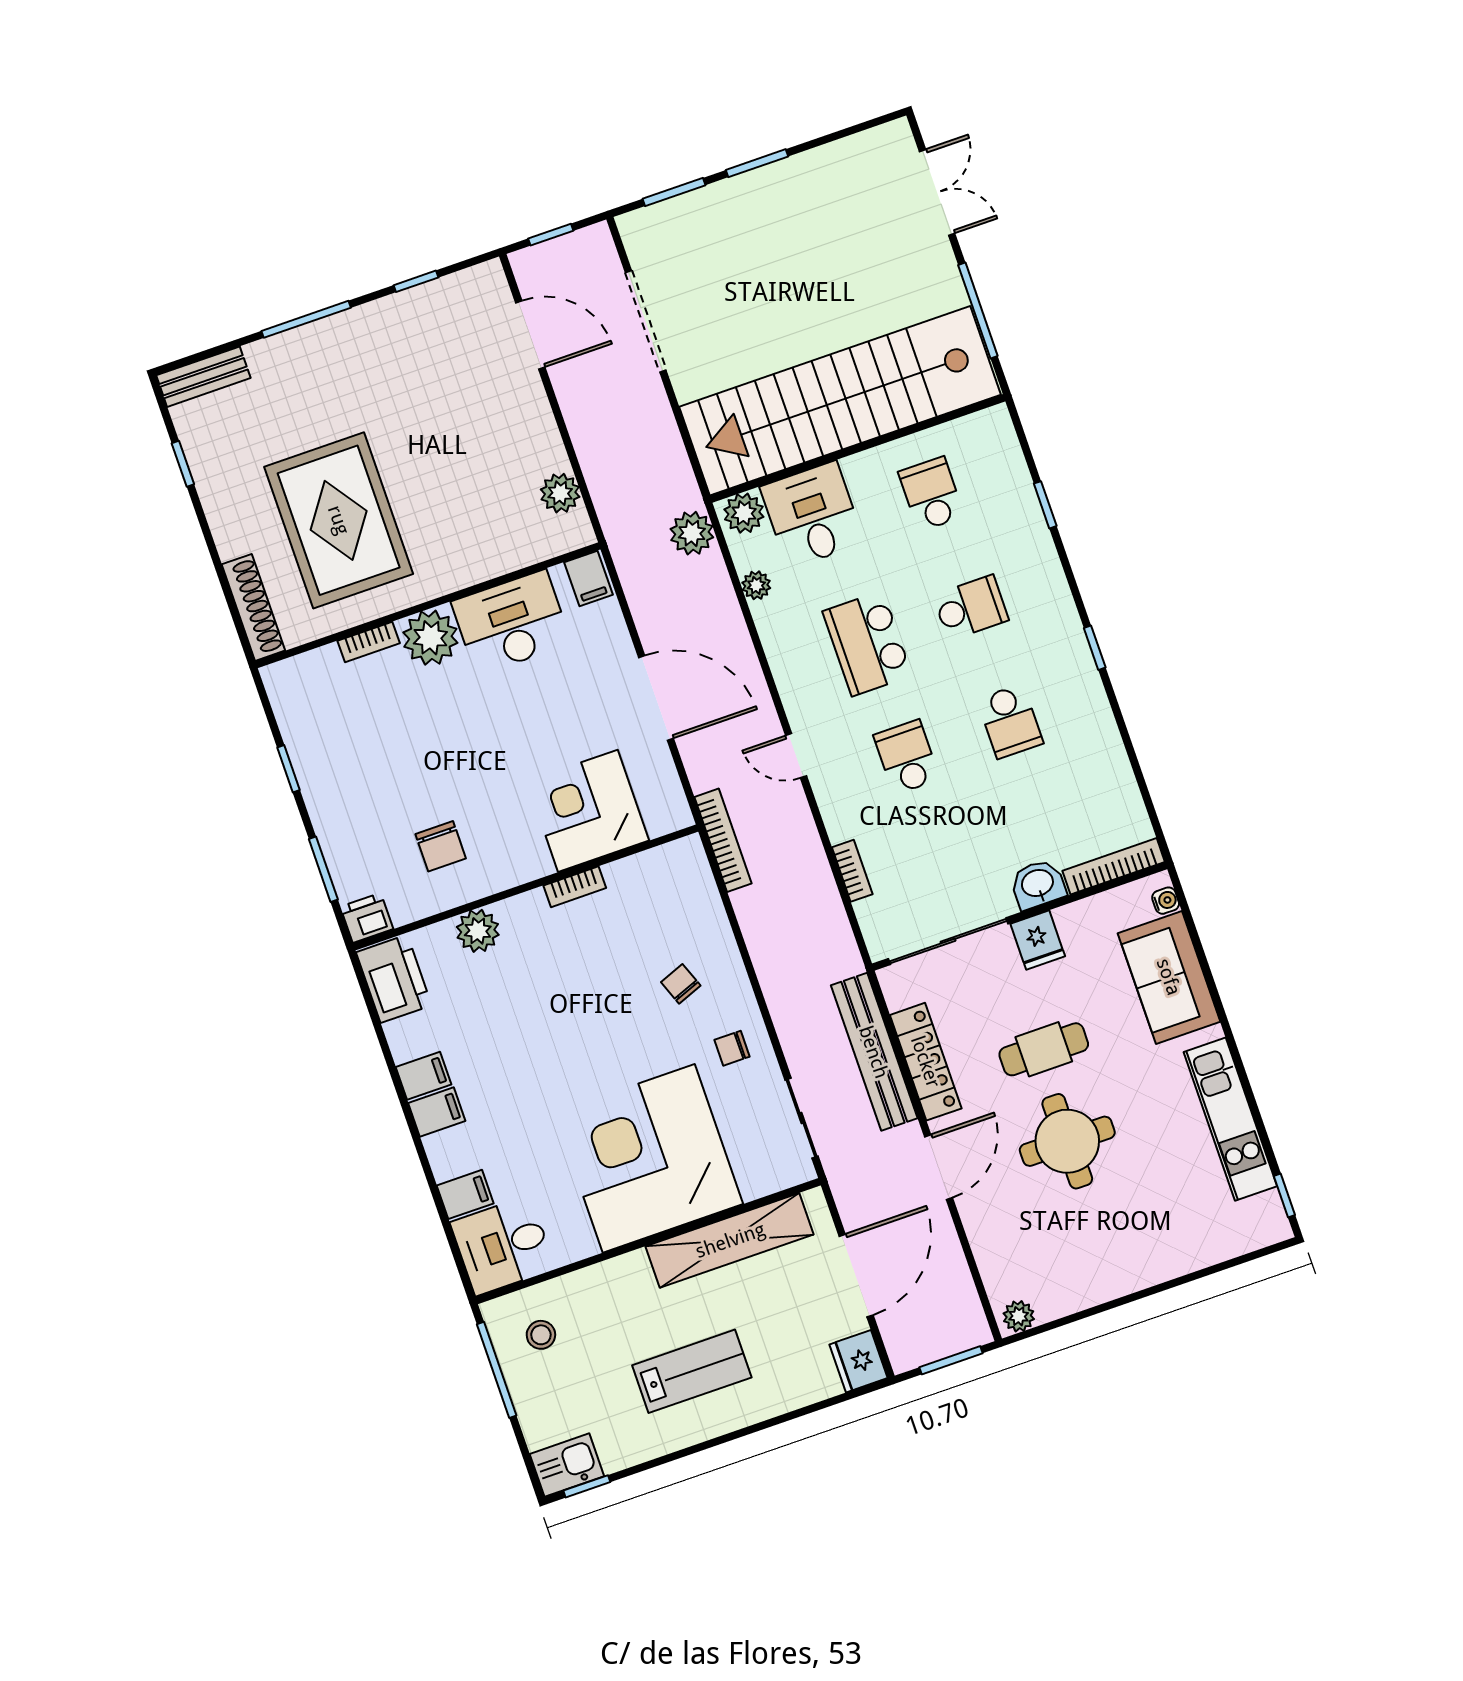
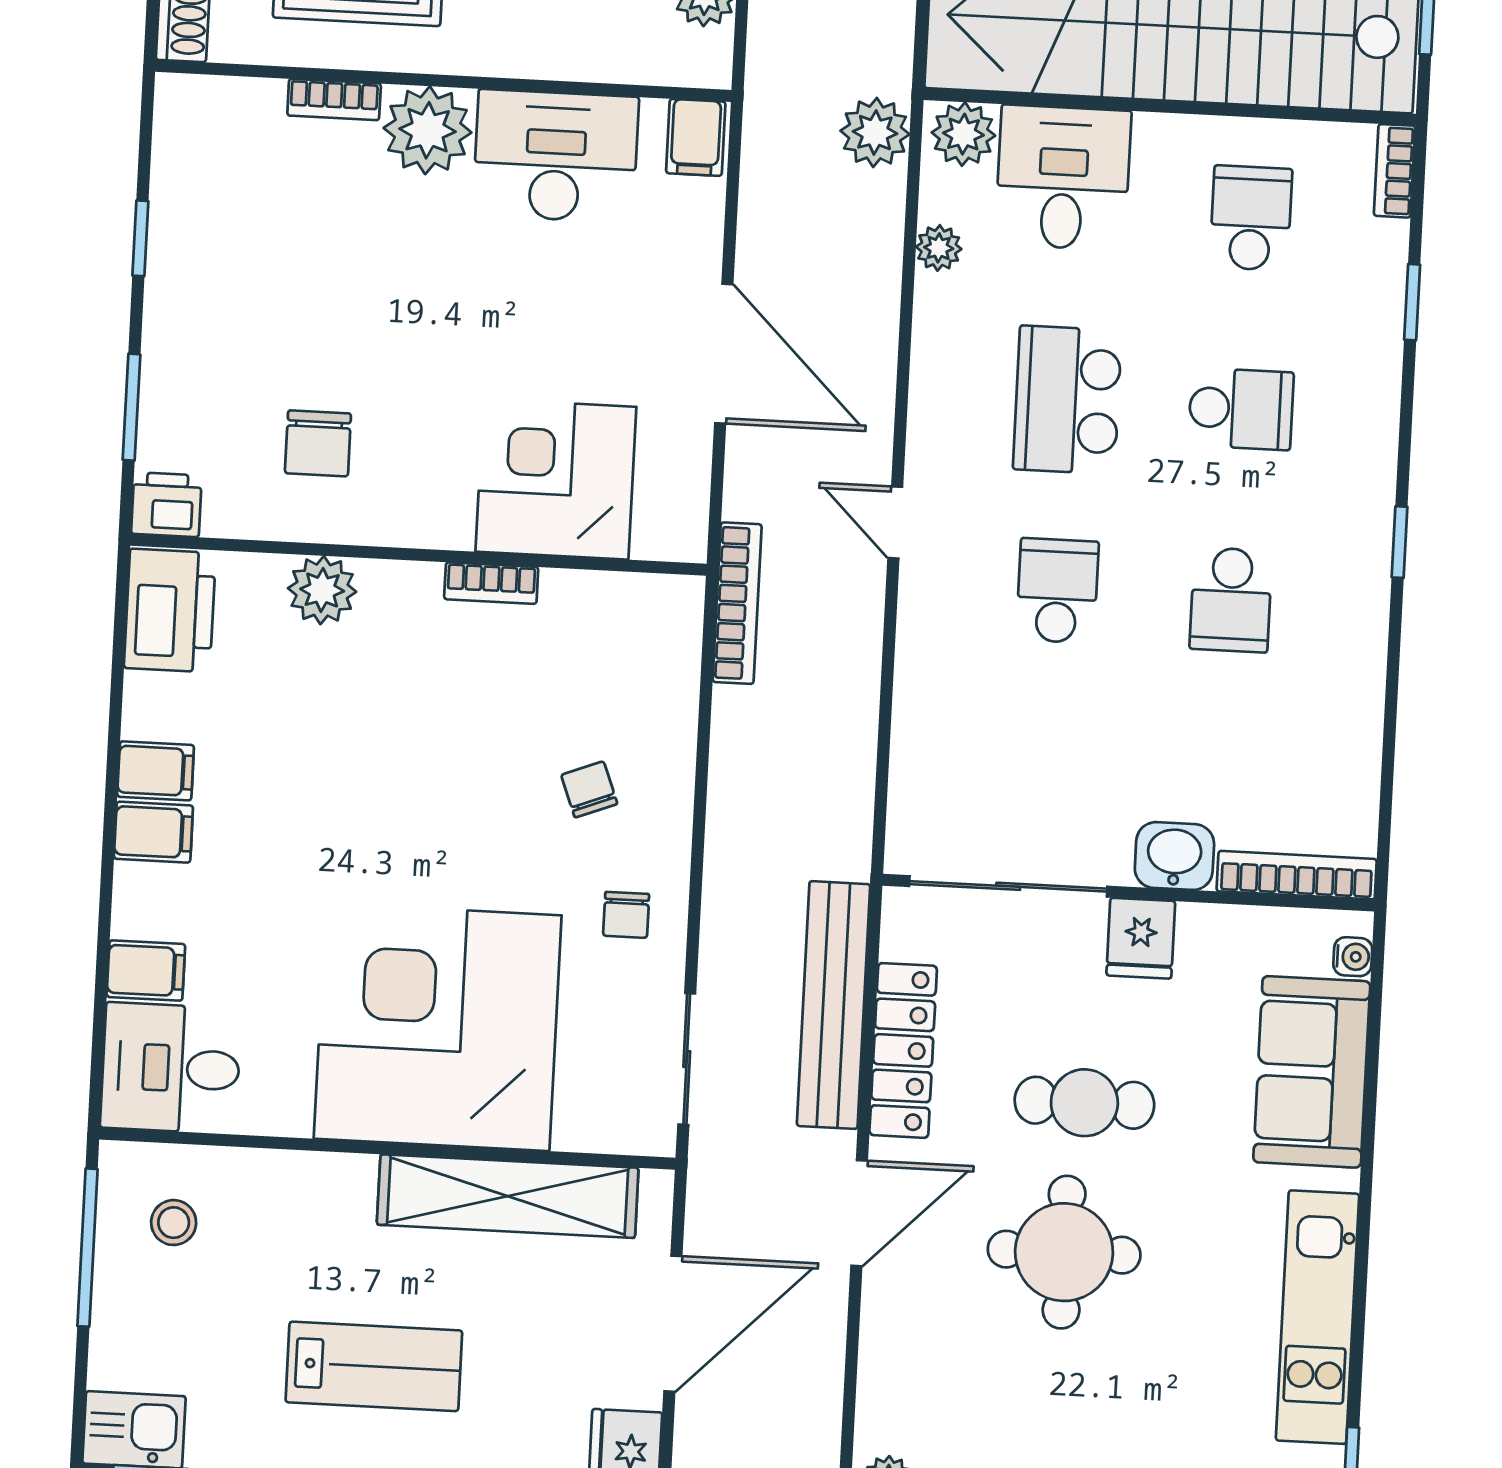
bookcase: (852, 871) -> (1395, 171), moved, turned 180
chair: (732, 1048) -> (626, 915), turned -90

